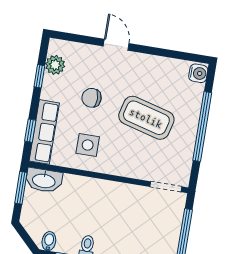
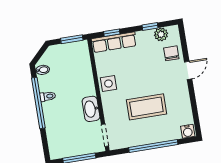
chair: (92, 98) -> (171, 53), moved
coffee table: (146, 118) -> (146, 107), turned 75
side table: (88, 145) -> (108, 84), moved
washbasin: (44, 180) -> (91, 109), moved

